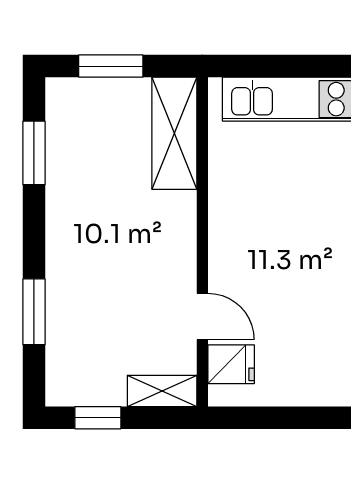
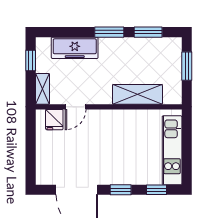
shelving: (174, 133) -> (137, 94), moved
window: (34, 312) -> (109, 32), moved
freezer: (69, 318) -> (75, 48), added

